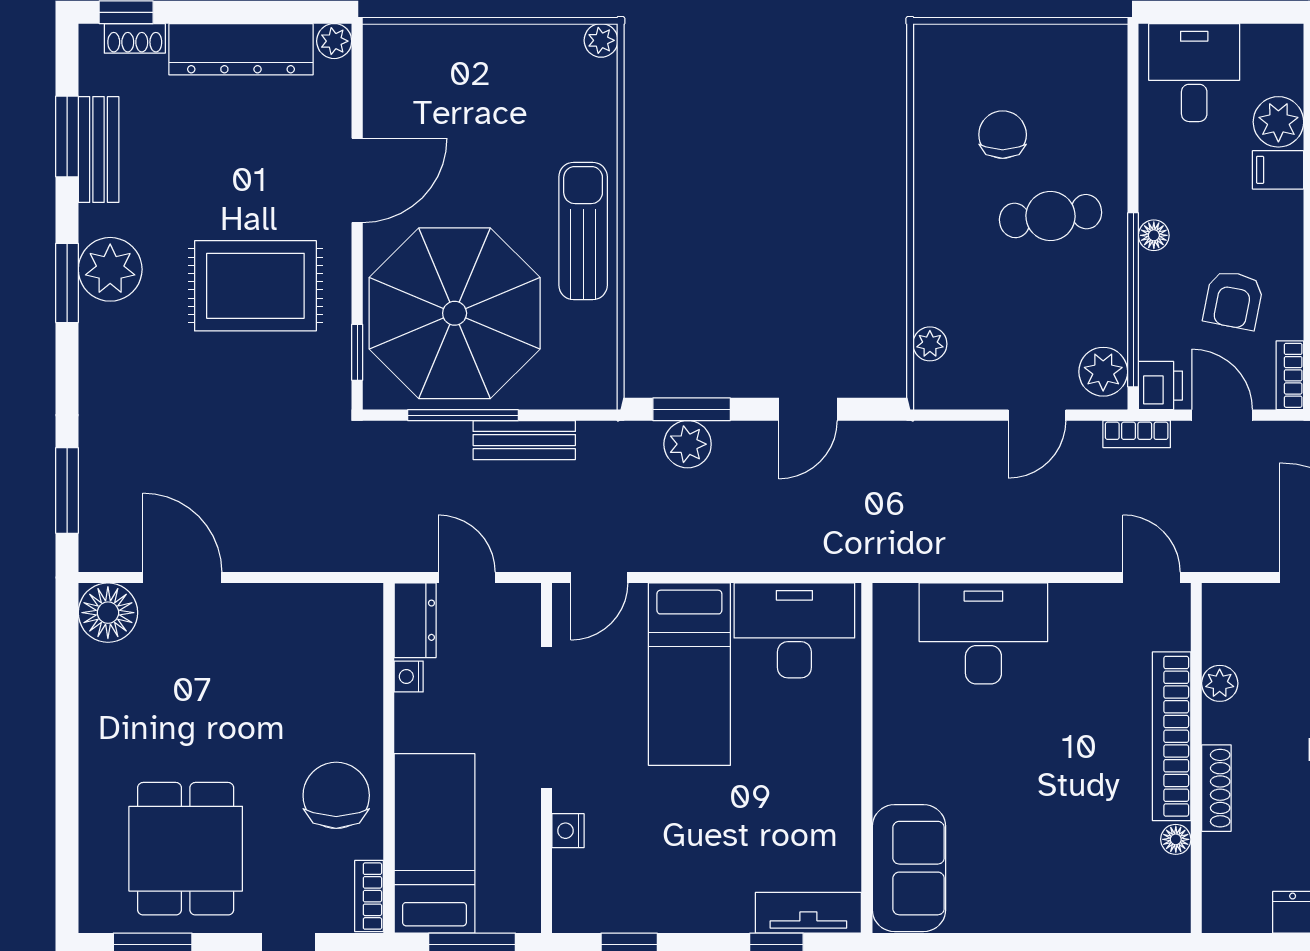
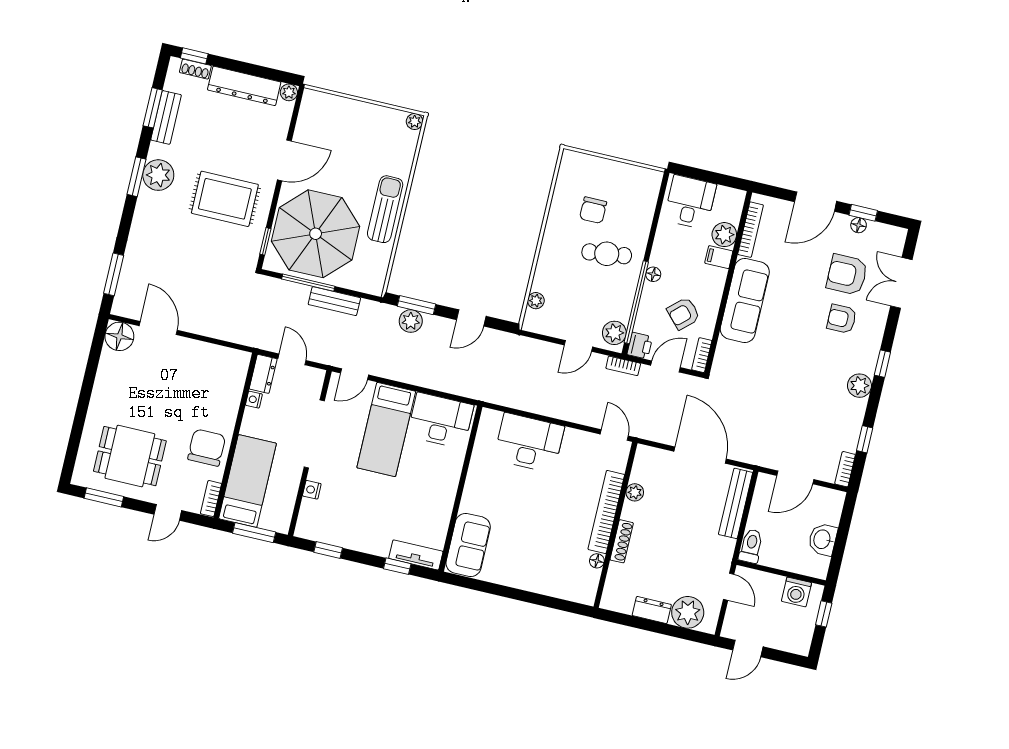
chair: (1003, 135) -> (593, 210), turned 180
armchair: (1233, 300) -> (683, 313), turned 36
door: (1222, 415) -> (666, 366), hinge flipped
dining table: (186, 849) -> (130, 456), turned 90

